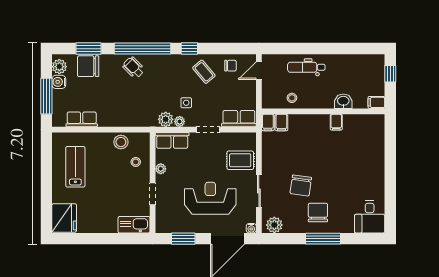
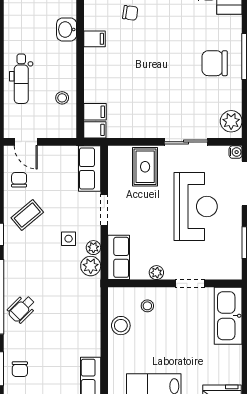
chair: (88, 66) -> (20, 369), width x0.54, depth x0.54
chair: (301, 185) -> (130, 13), moved, width x0.54, depth x0.54
reception desk: (210, 198) -> (196, 207), turned 180
kitchen sink: (134, 225) -> (228, 316), width x1.36, depth x1.24

